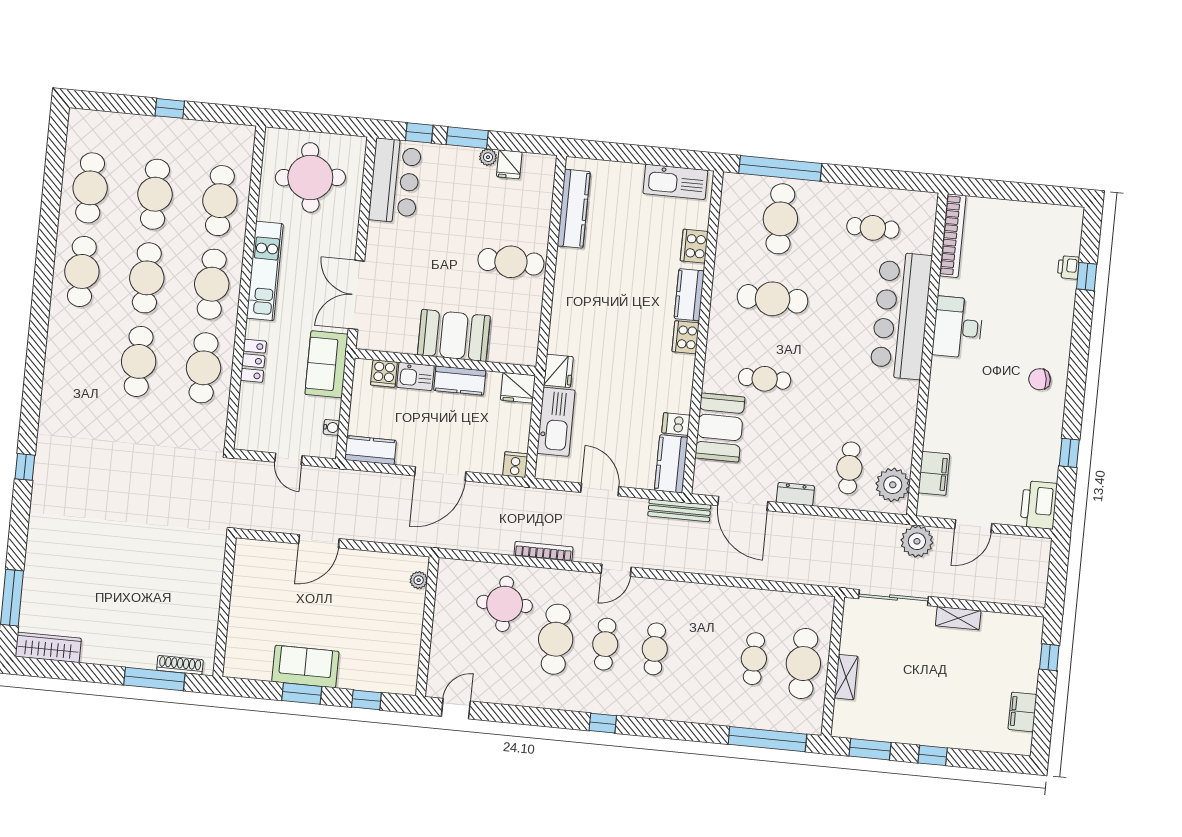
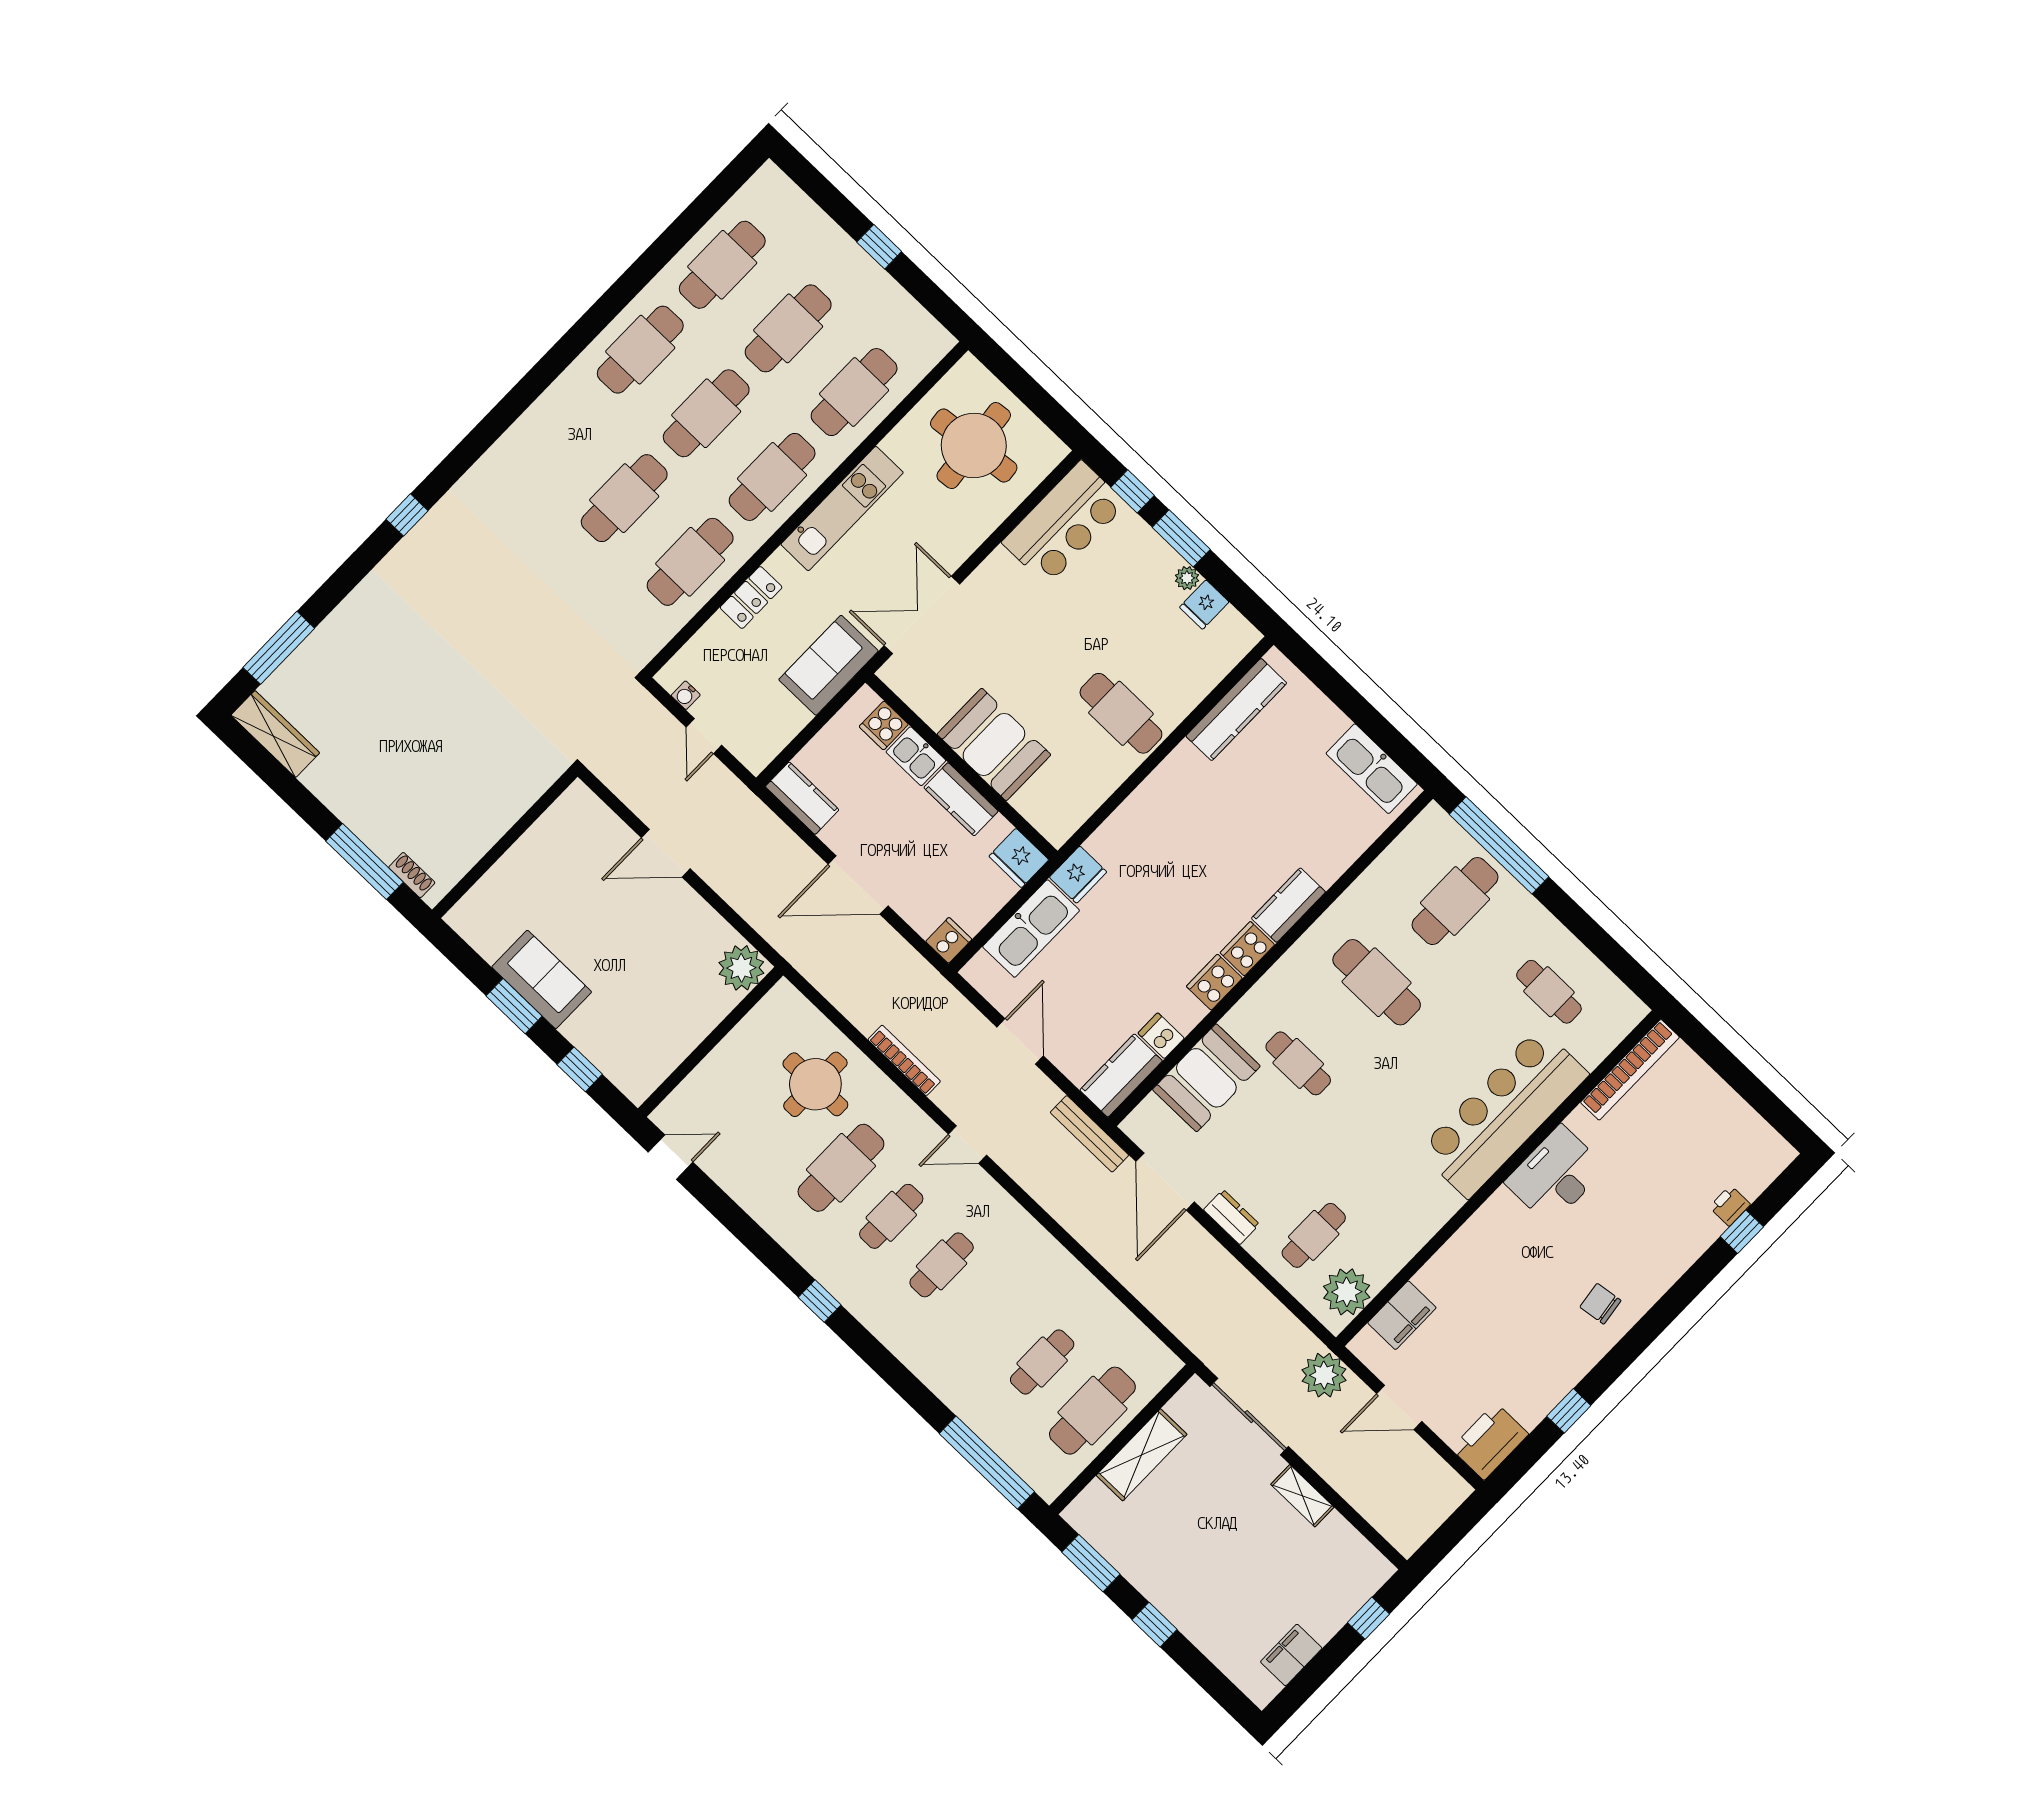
cooker: (694, 246) -> (1214, 982), moved
water cooler: (331, 427) -> (686, 695), moved, turned 90
plant: (419, 580) -> (741, 968), width x1.88, depth x1.88
shoe rack: (180, 665) -> (412, 875), width x0.70
shelving: (846, 677) -> (1142, 1455), width x1.50, depth x1.33

